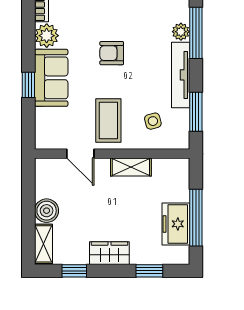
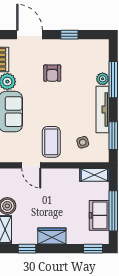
armchair: (112, 53) -> (52, 73), moved, turned -90
shelving: (131, 167) -> (94, 175), moved
window: (149, 271) -> (93, 249), moved

